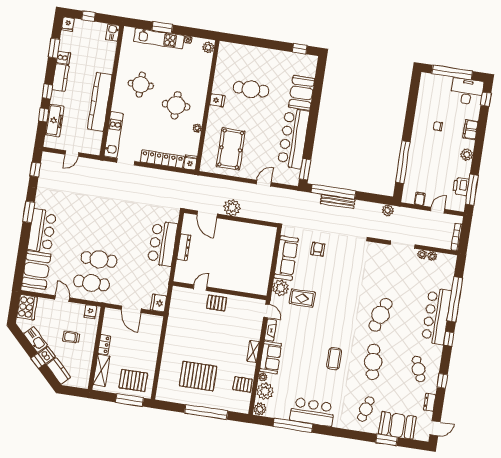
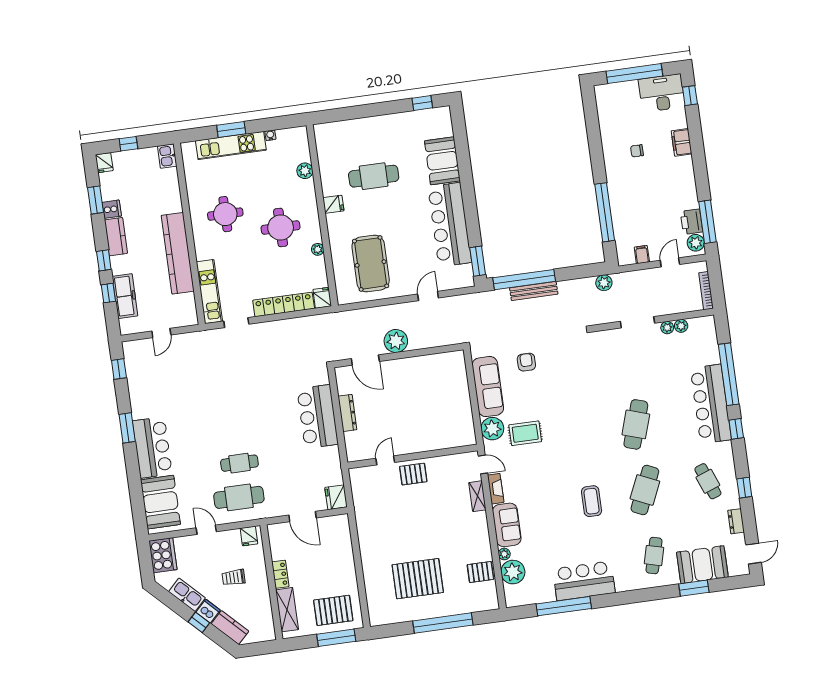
plant: (208, 47) -> (305, 171), moved
plant: (467, 155) -> (696, 243), moved
cafe table: (99, 259) -> (239, 463), width x0.73, depth x0.74
shelving: (253, 351) -> (477, 496), moved
cafe table: (373, 362) -> (645, 490), turned 30
plant: (260, 409) -> (513, 598), removed

